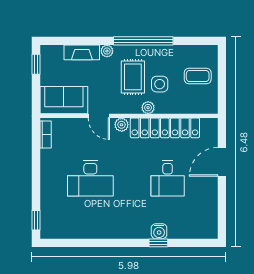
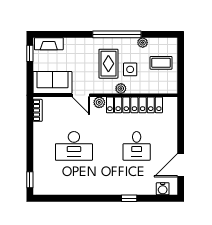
plant: (107, 51) -> (143, 43), moved
fireplace: (82, 52) -> (49, 44), moved
door: (222, 162) -> (181, 165), moved
water cooler: (159, 231) -> (163, 189), moved

